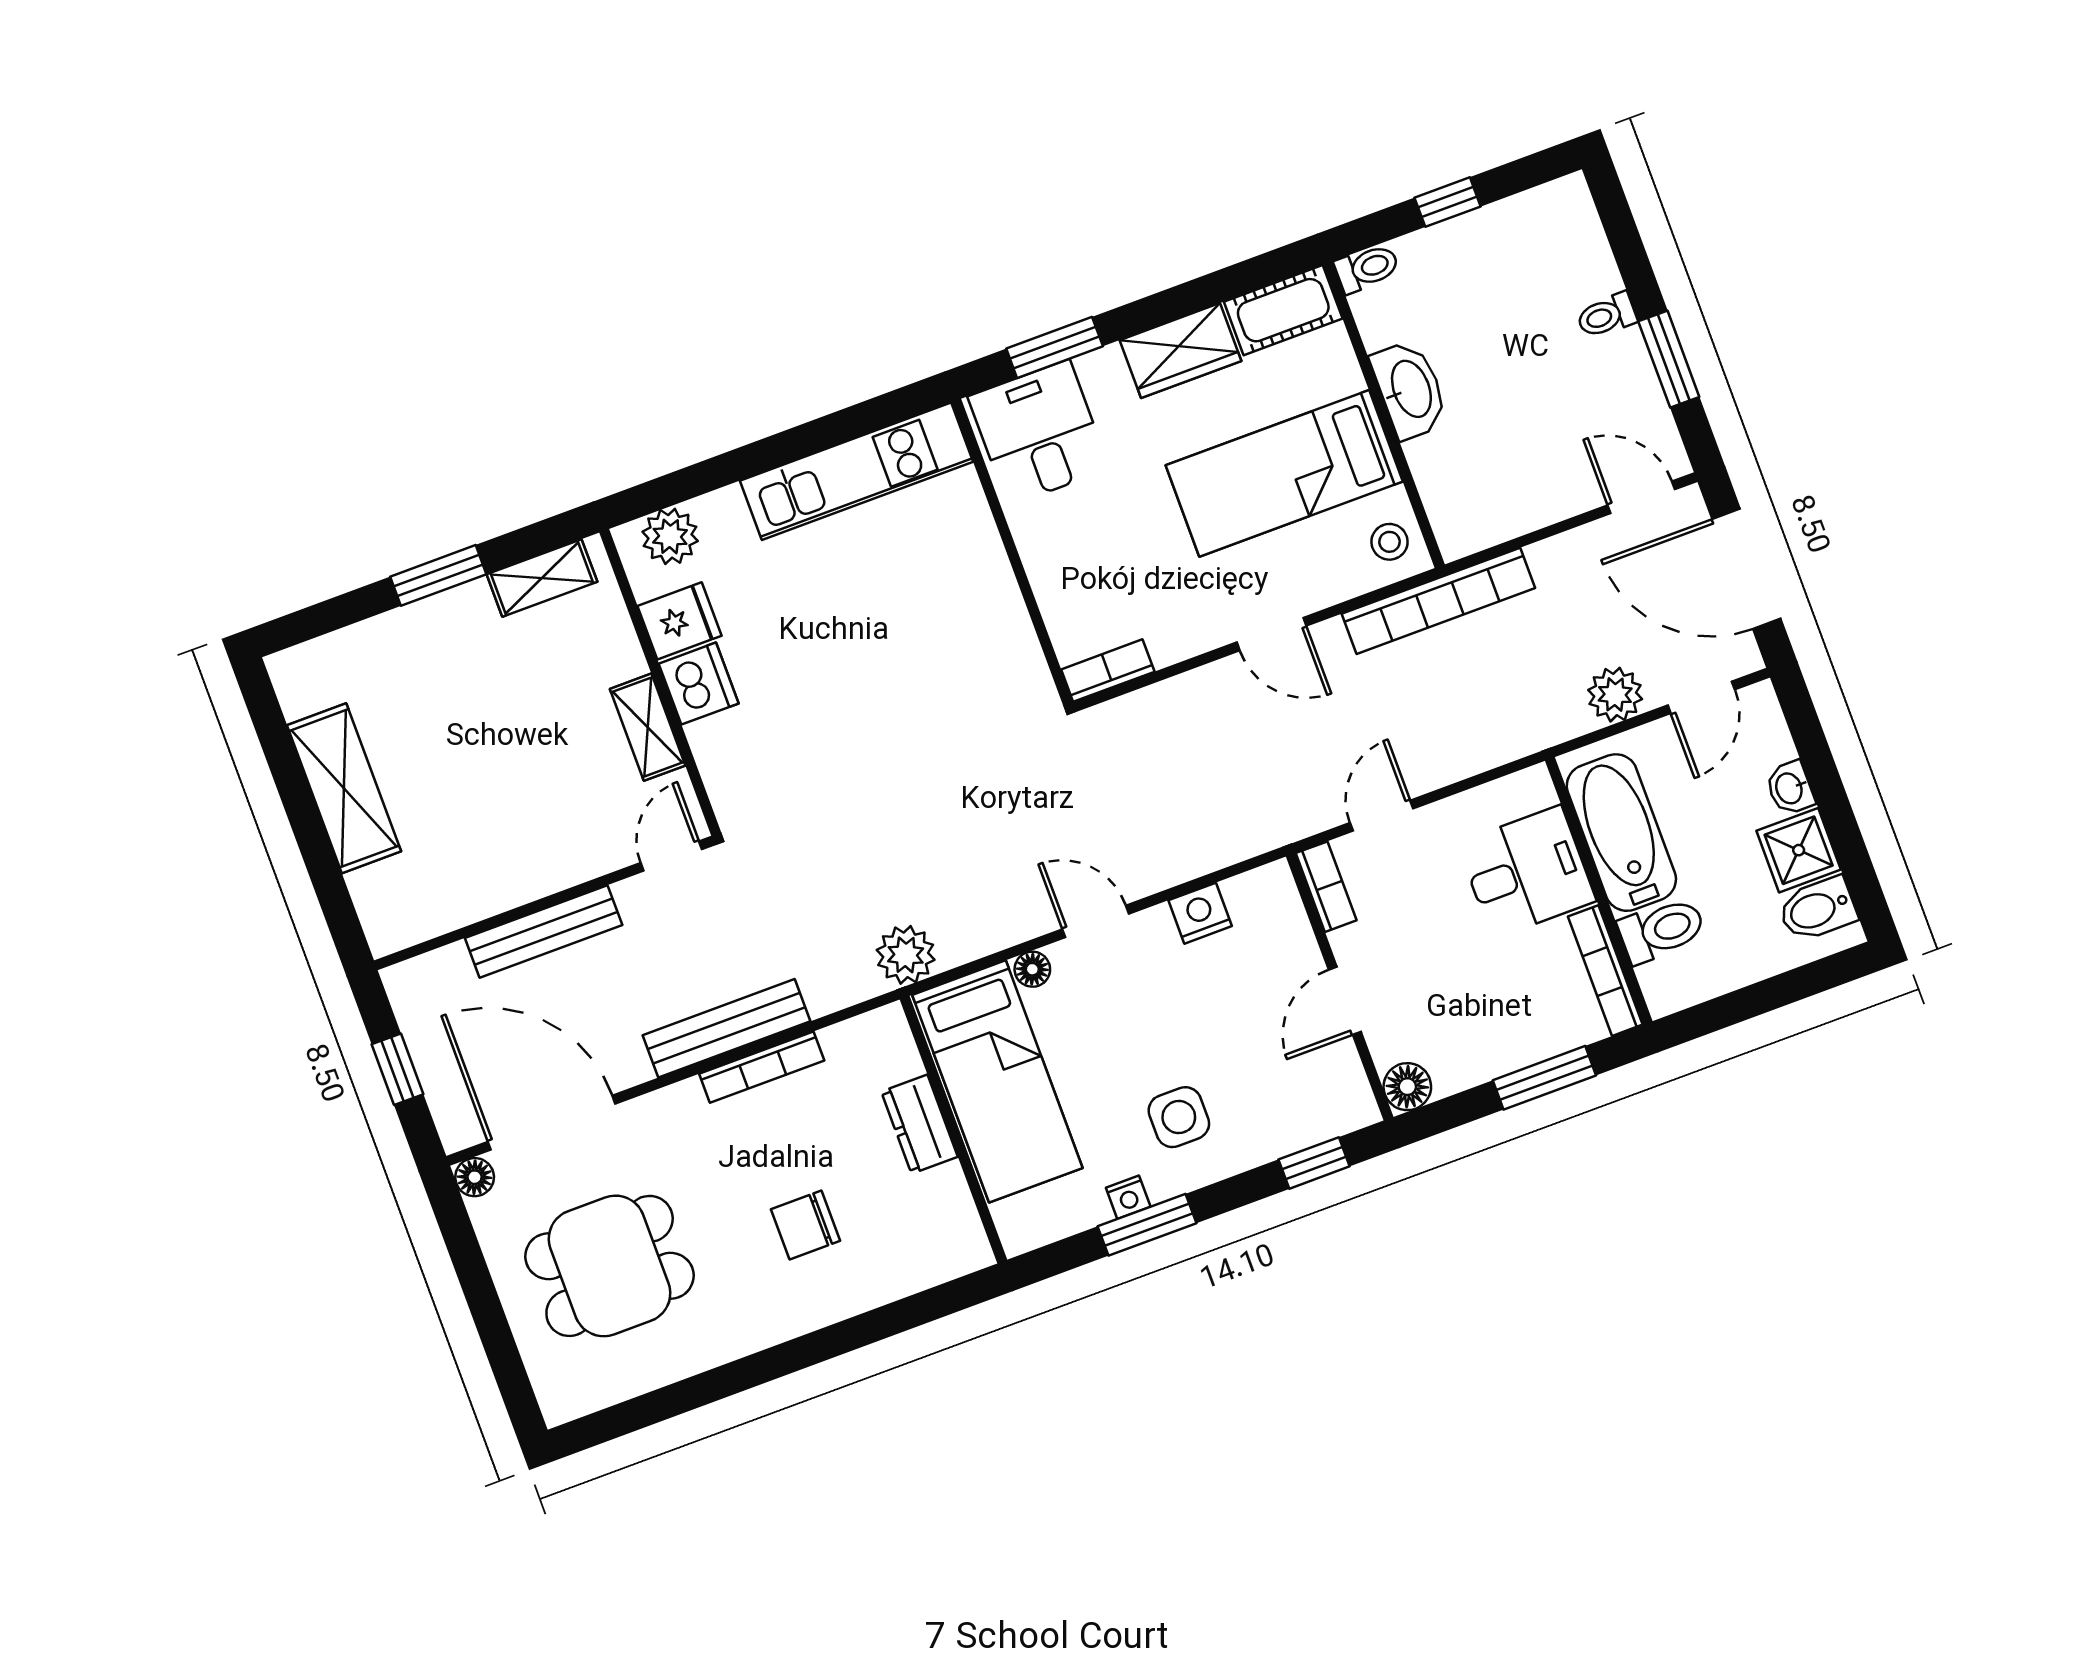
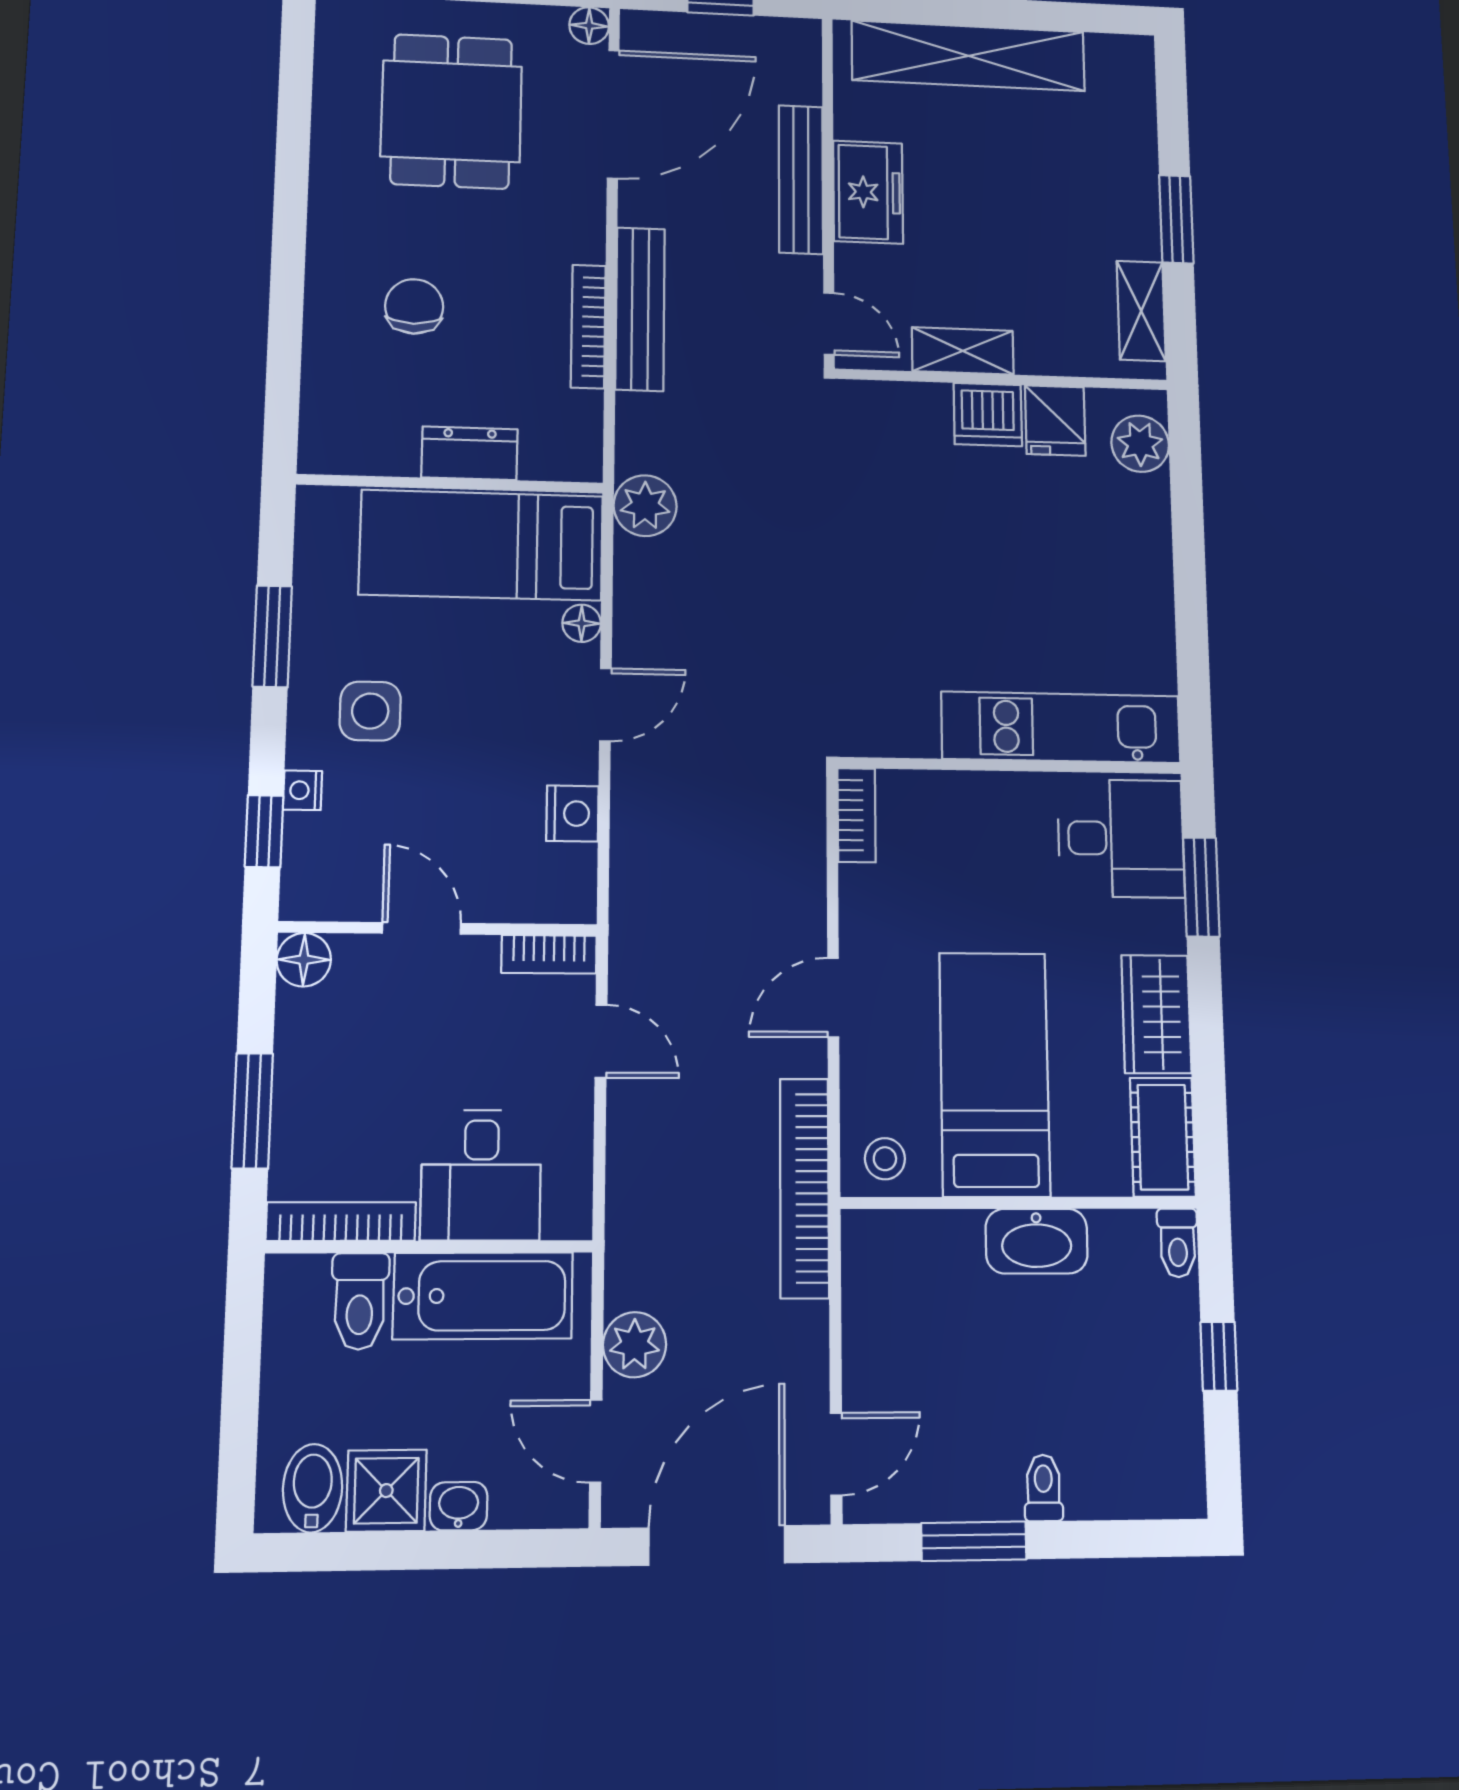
kitchen unit: (857, 471) -> (1061, 727), moved, turned 90
shelving: (344, 788) -> (968, 56), width x1.47
freezer: (530, 867) -> (868, 192), added
nightstand: (1128, 1197) -> (302, 790), moved

